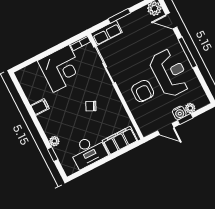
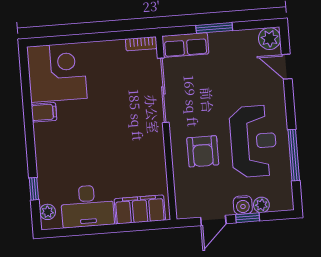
window: (187, 52) -> (294, 155), moved
corner desk: (61, 68) -> (57, 72), moved, turned -90
chair: (91, 106) -> (119, 142), removed
door: (166, 129) -> (213, 220), hinge flipped
plant: (54, 141) -> (48, 212), moved

